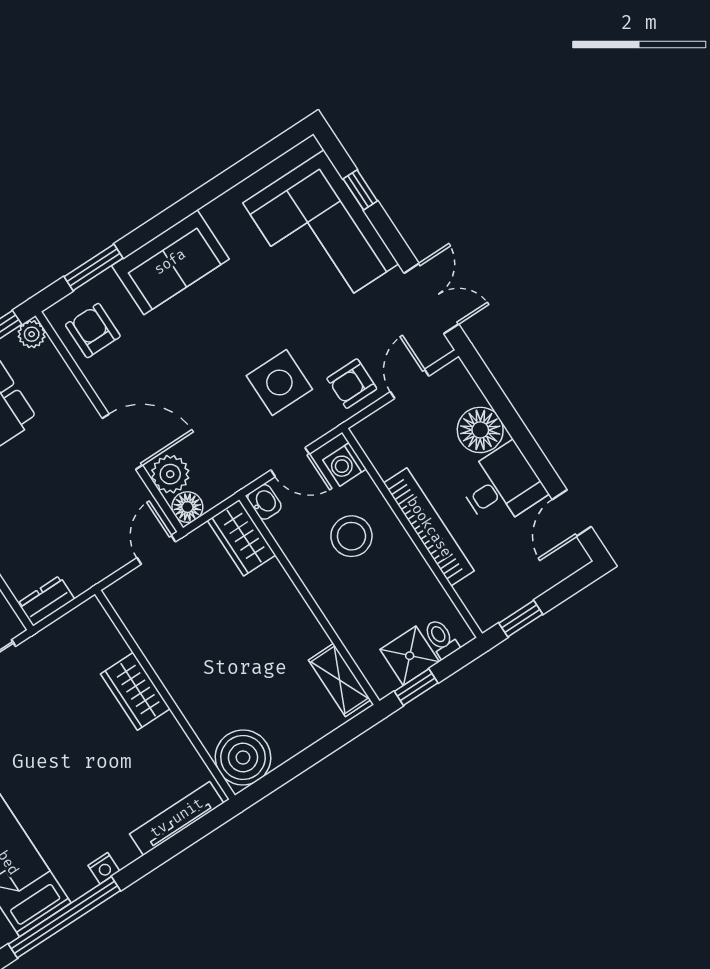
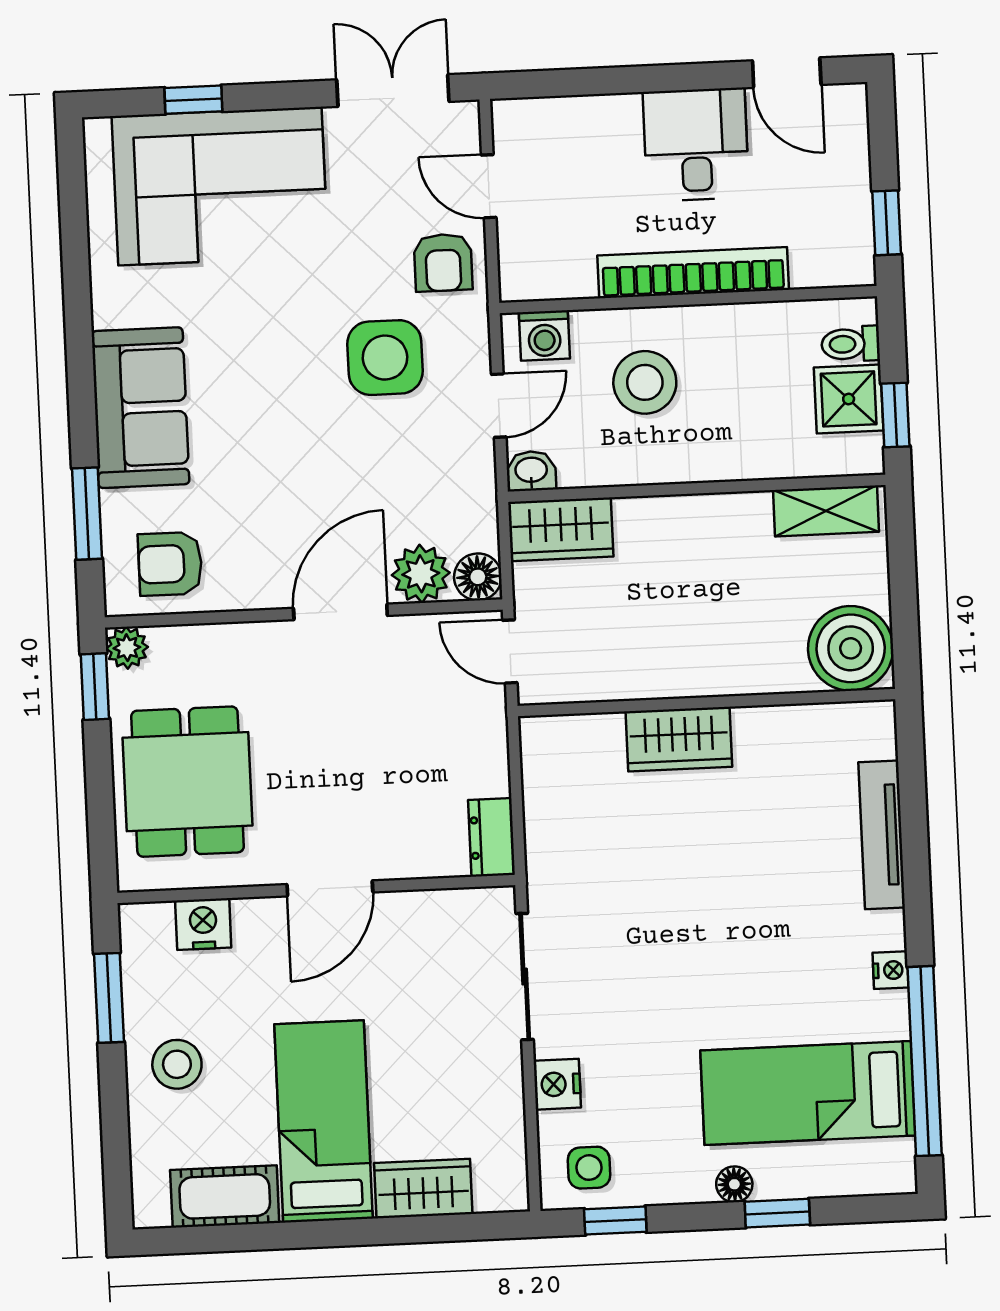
floor lamp: (480, 430) -> (605, 129), removed
wardrobe: (135, 691) -> (679, 739), moved
wall: (165, 695) -> (706, 703), moved
boiler: (243, 758) -> (851, 648), moved

